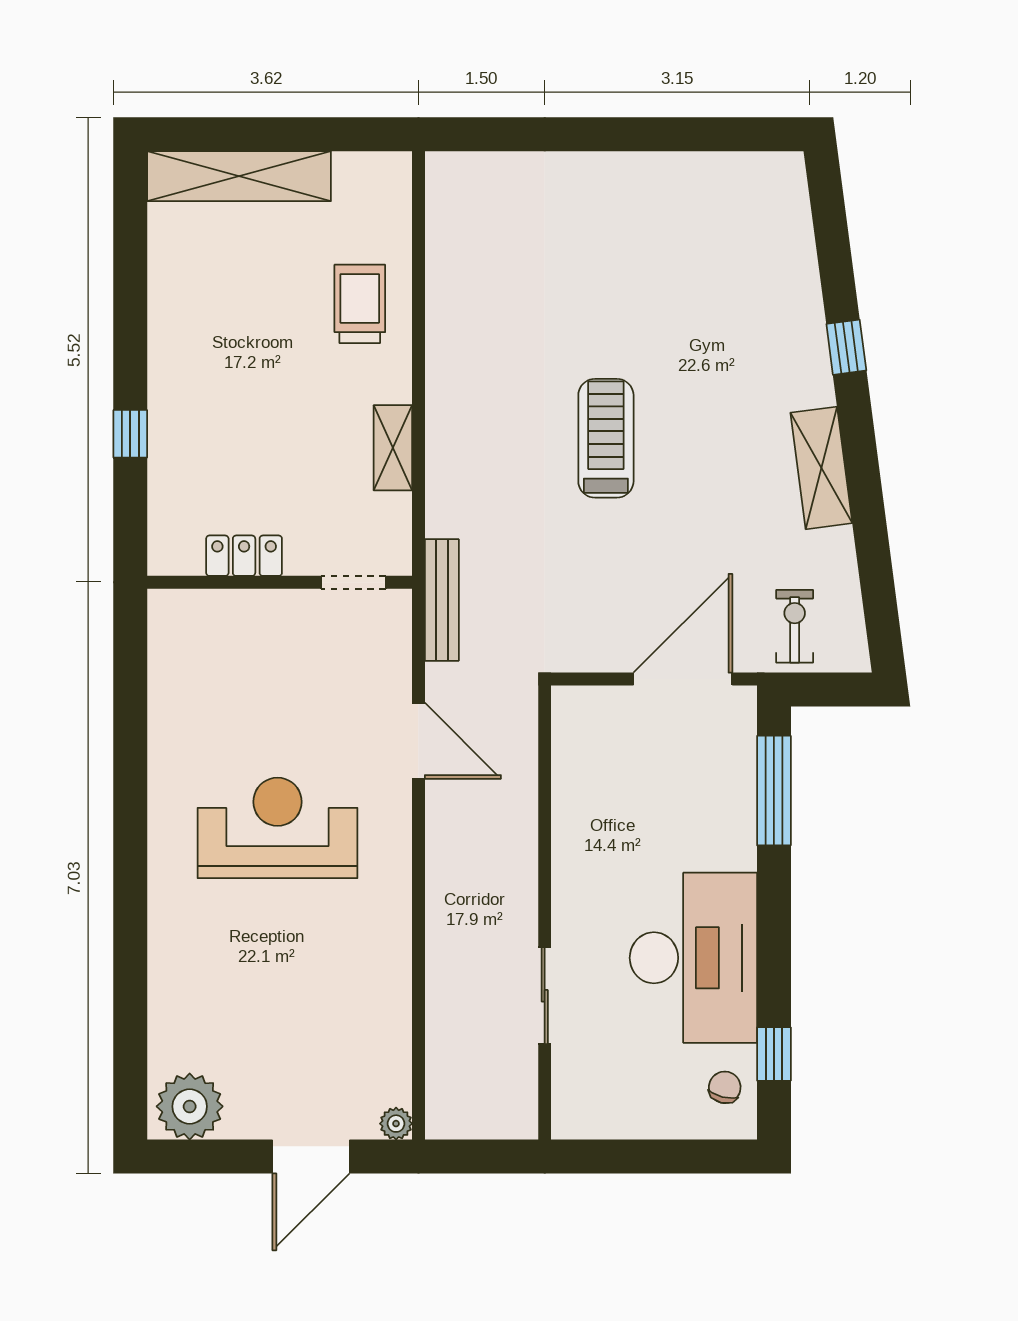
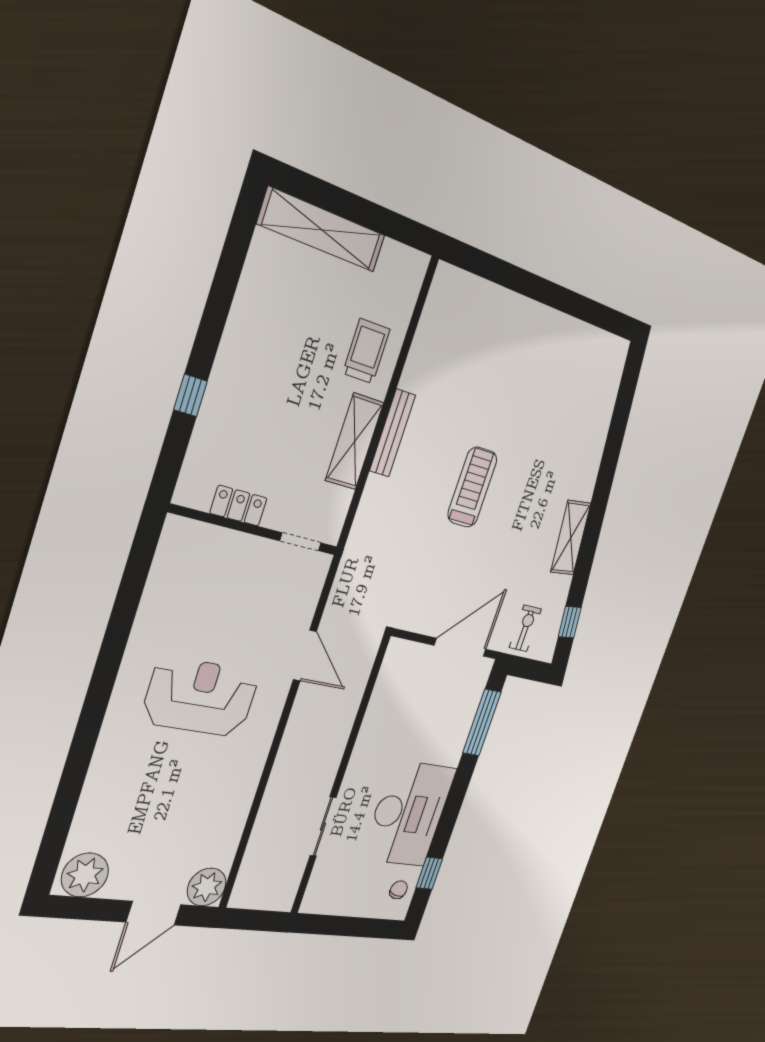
window: (846, 347) -> (570, 622), moved
shelving: (393, 448) -> (355, 441), width x1.50, depth x1.33
bench: (442, 600) -> (392, 433), moved
plant: (396, 1124) -> (207, 887), width x1.88, depth x1.88

